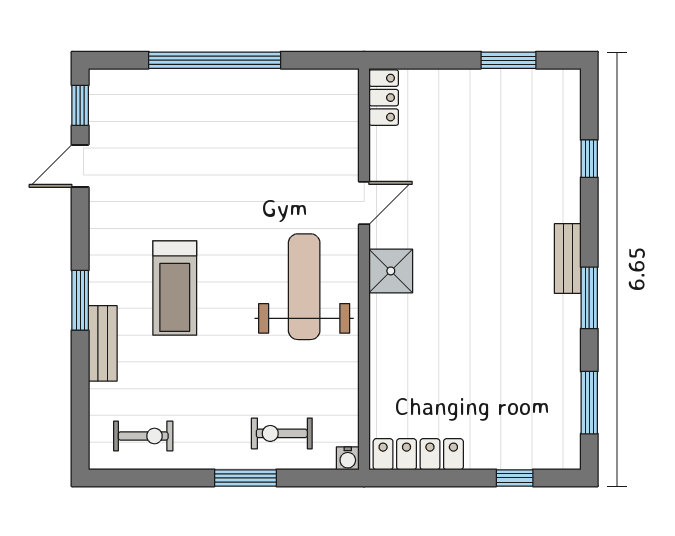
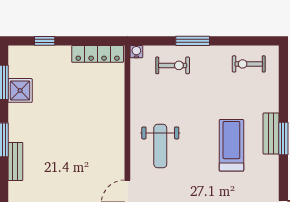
shower: (391, 271) -> (20, 90), moved
weight bench: (304, 287) -> (160, 146), width x0.73, depth x0.75
bench: (103, 343) -> (271, 134), moved

